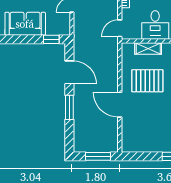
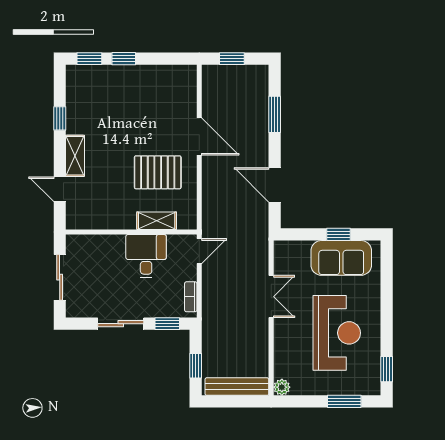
window: (51, 39) -> (339, 234), moved
window: (69, 107) -> (275, 114), moved
window: (98, 156) -> (232, 59), width x0.67

